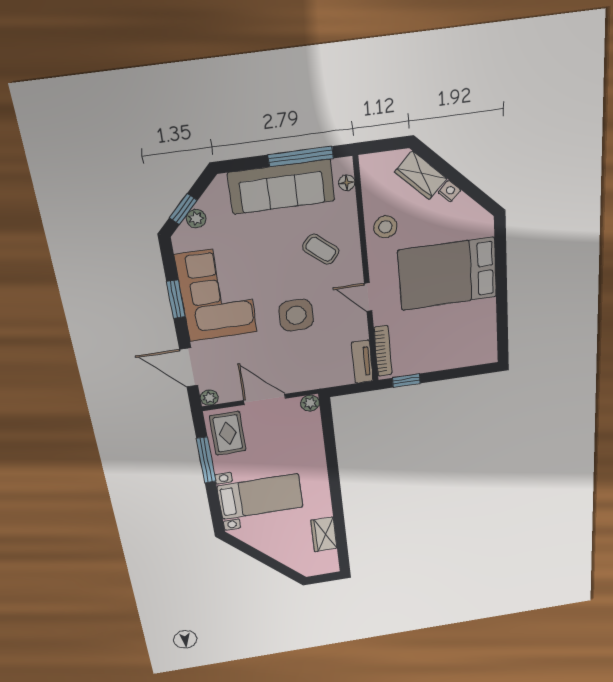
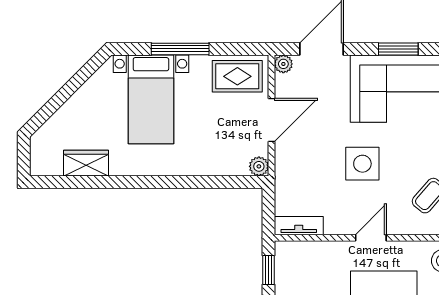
bookcase: (383, 351) -> (308, 248), removed
window: (206, 460) -> (180, 49), moved

